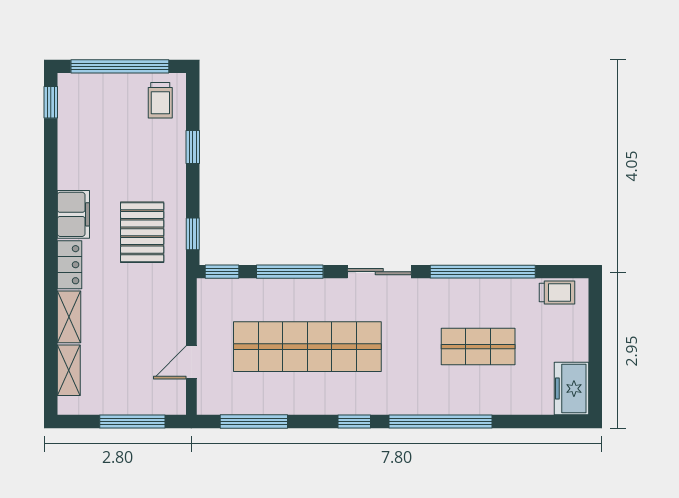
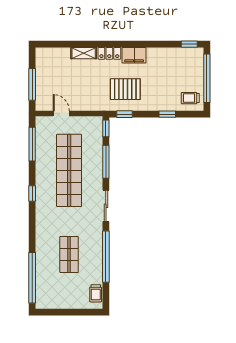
shelving: (69, 370) -> (57, 53), removed
freezer: (572, 389) -> (48, 300), removed
window: (440, 422) -> (32, 278), moved

